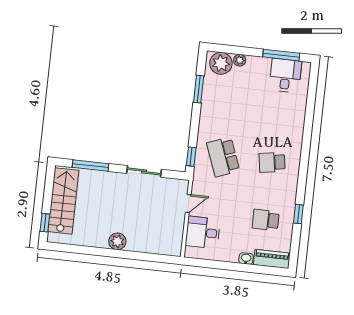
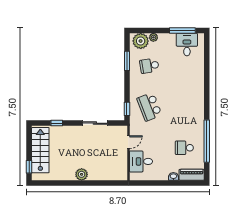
school desk: (272, 162) -> (149, 66), moved
window: (91, 166) -> (57, 123), width x0.46
window: (298, 214) -> (207, 141), width x3.17

